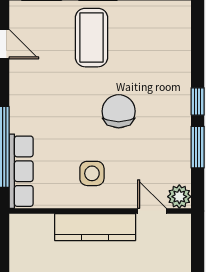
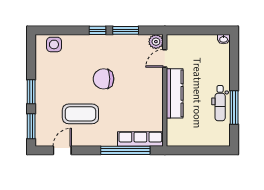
coffee table: (91, 38) -> (80, 114), moved
side table: (92, 173) -> (54, 44), moved

